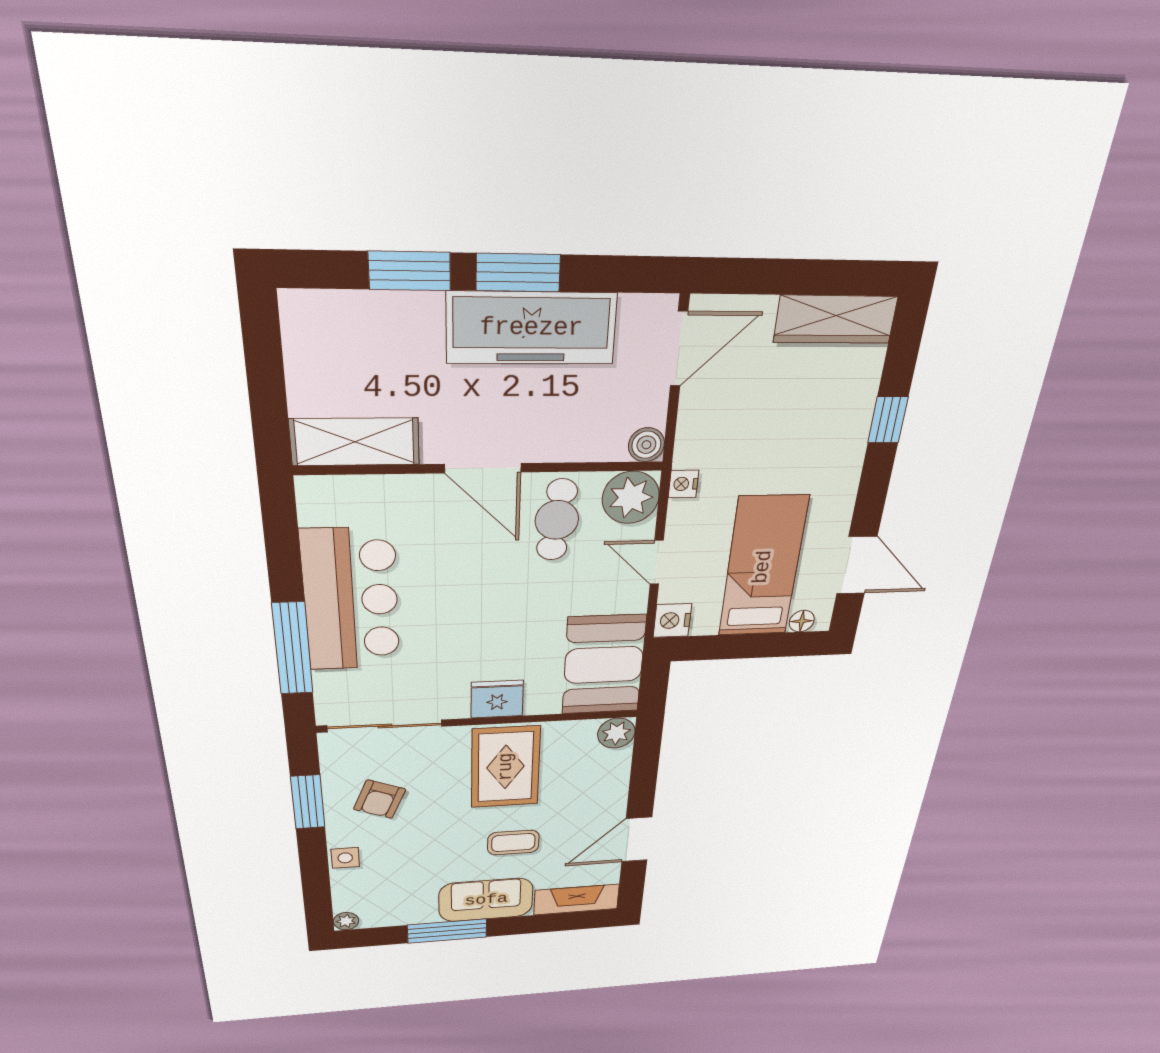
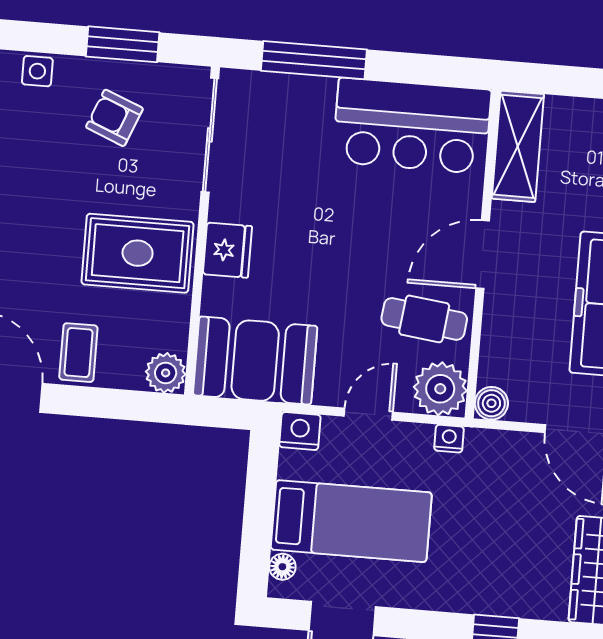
bar counter: (351, 600) -> (412, 126), moved
coffee table: (513, 843) -> (78, 353), moved

